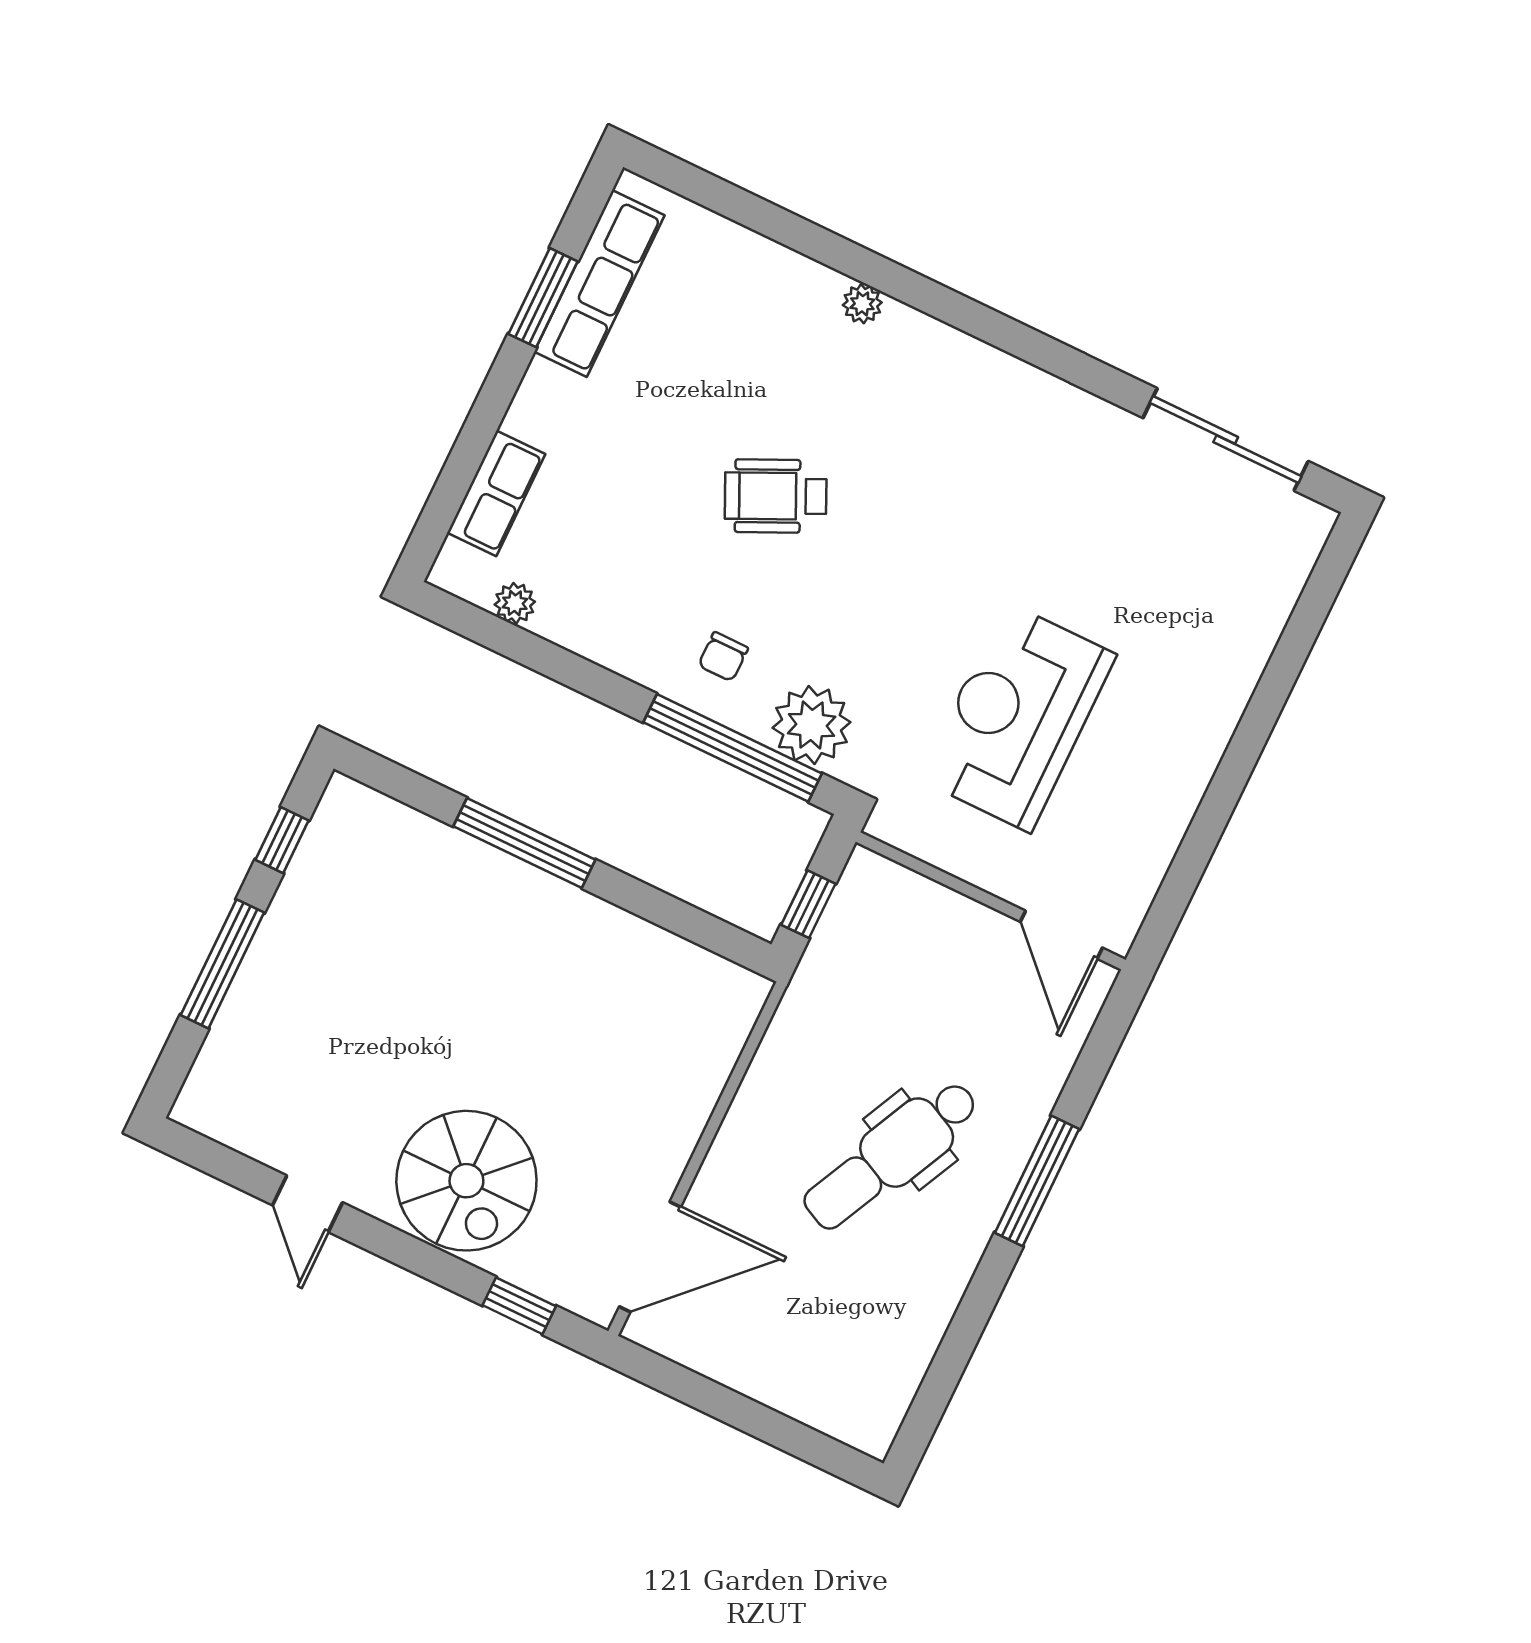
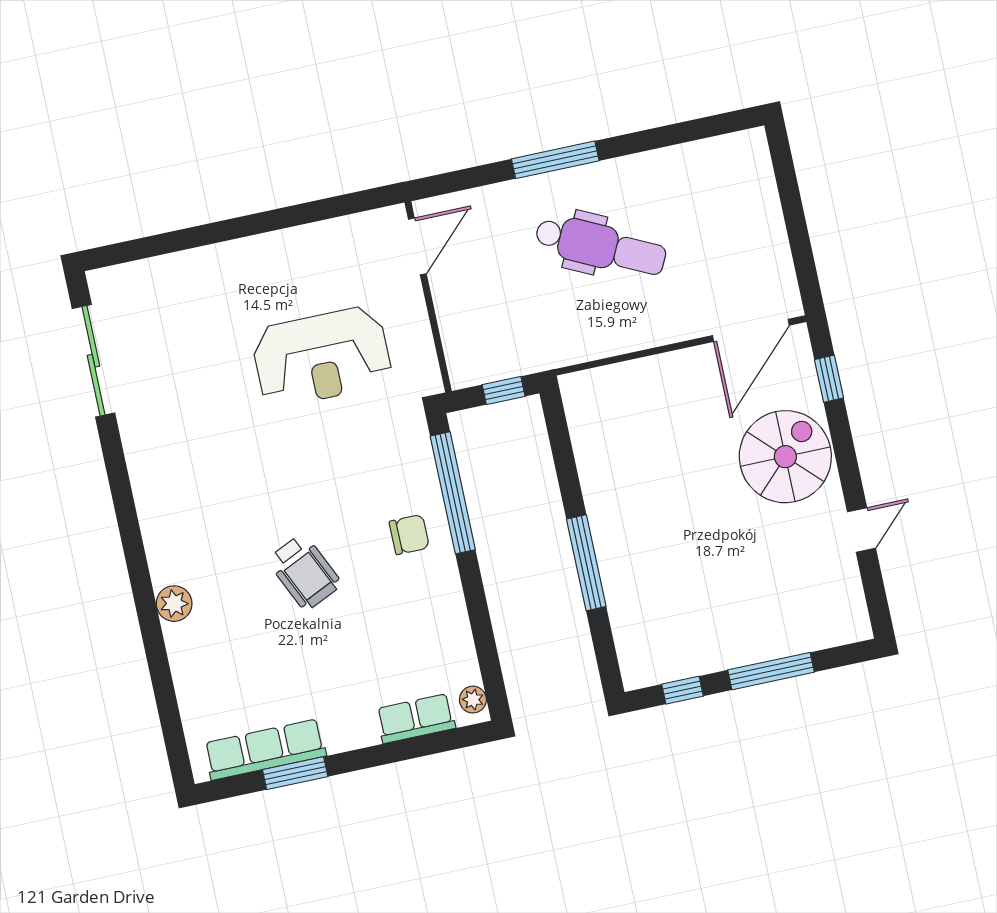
plant: (862, 304) -> (174, 604), width x1.38, depth x1.38
plant: (515, 603) -> (473, 700), moved
chair: (723, 657) -> (409, 535), width x1.37, depth x1.37
plant: (812, 725) -> (409, 461), removed
door: (650, 1257) -> (751, 330), swing flipped

